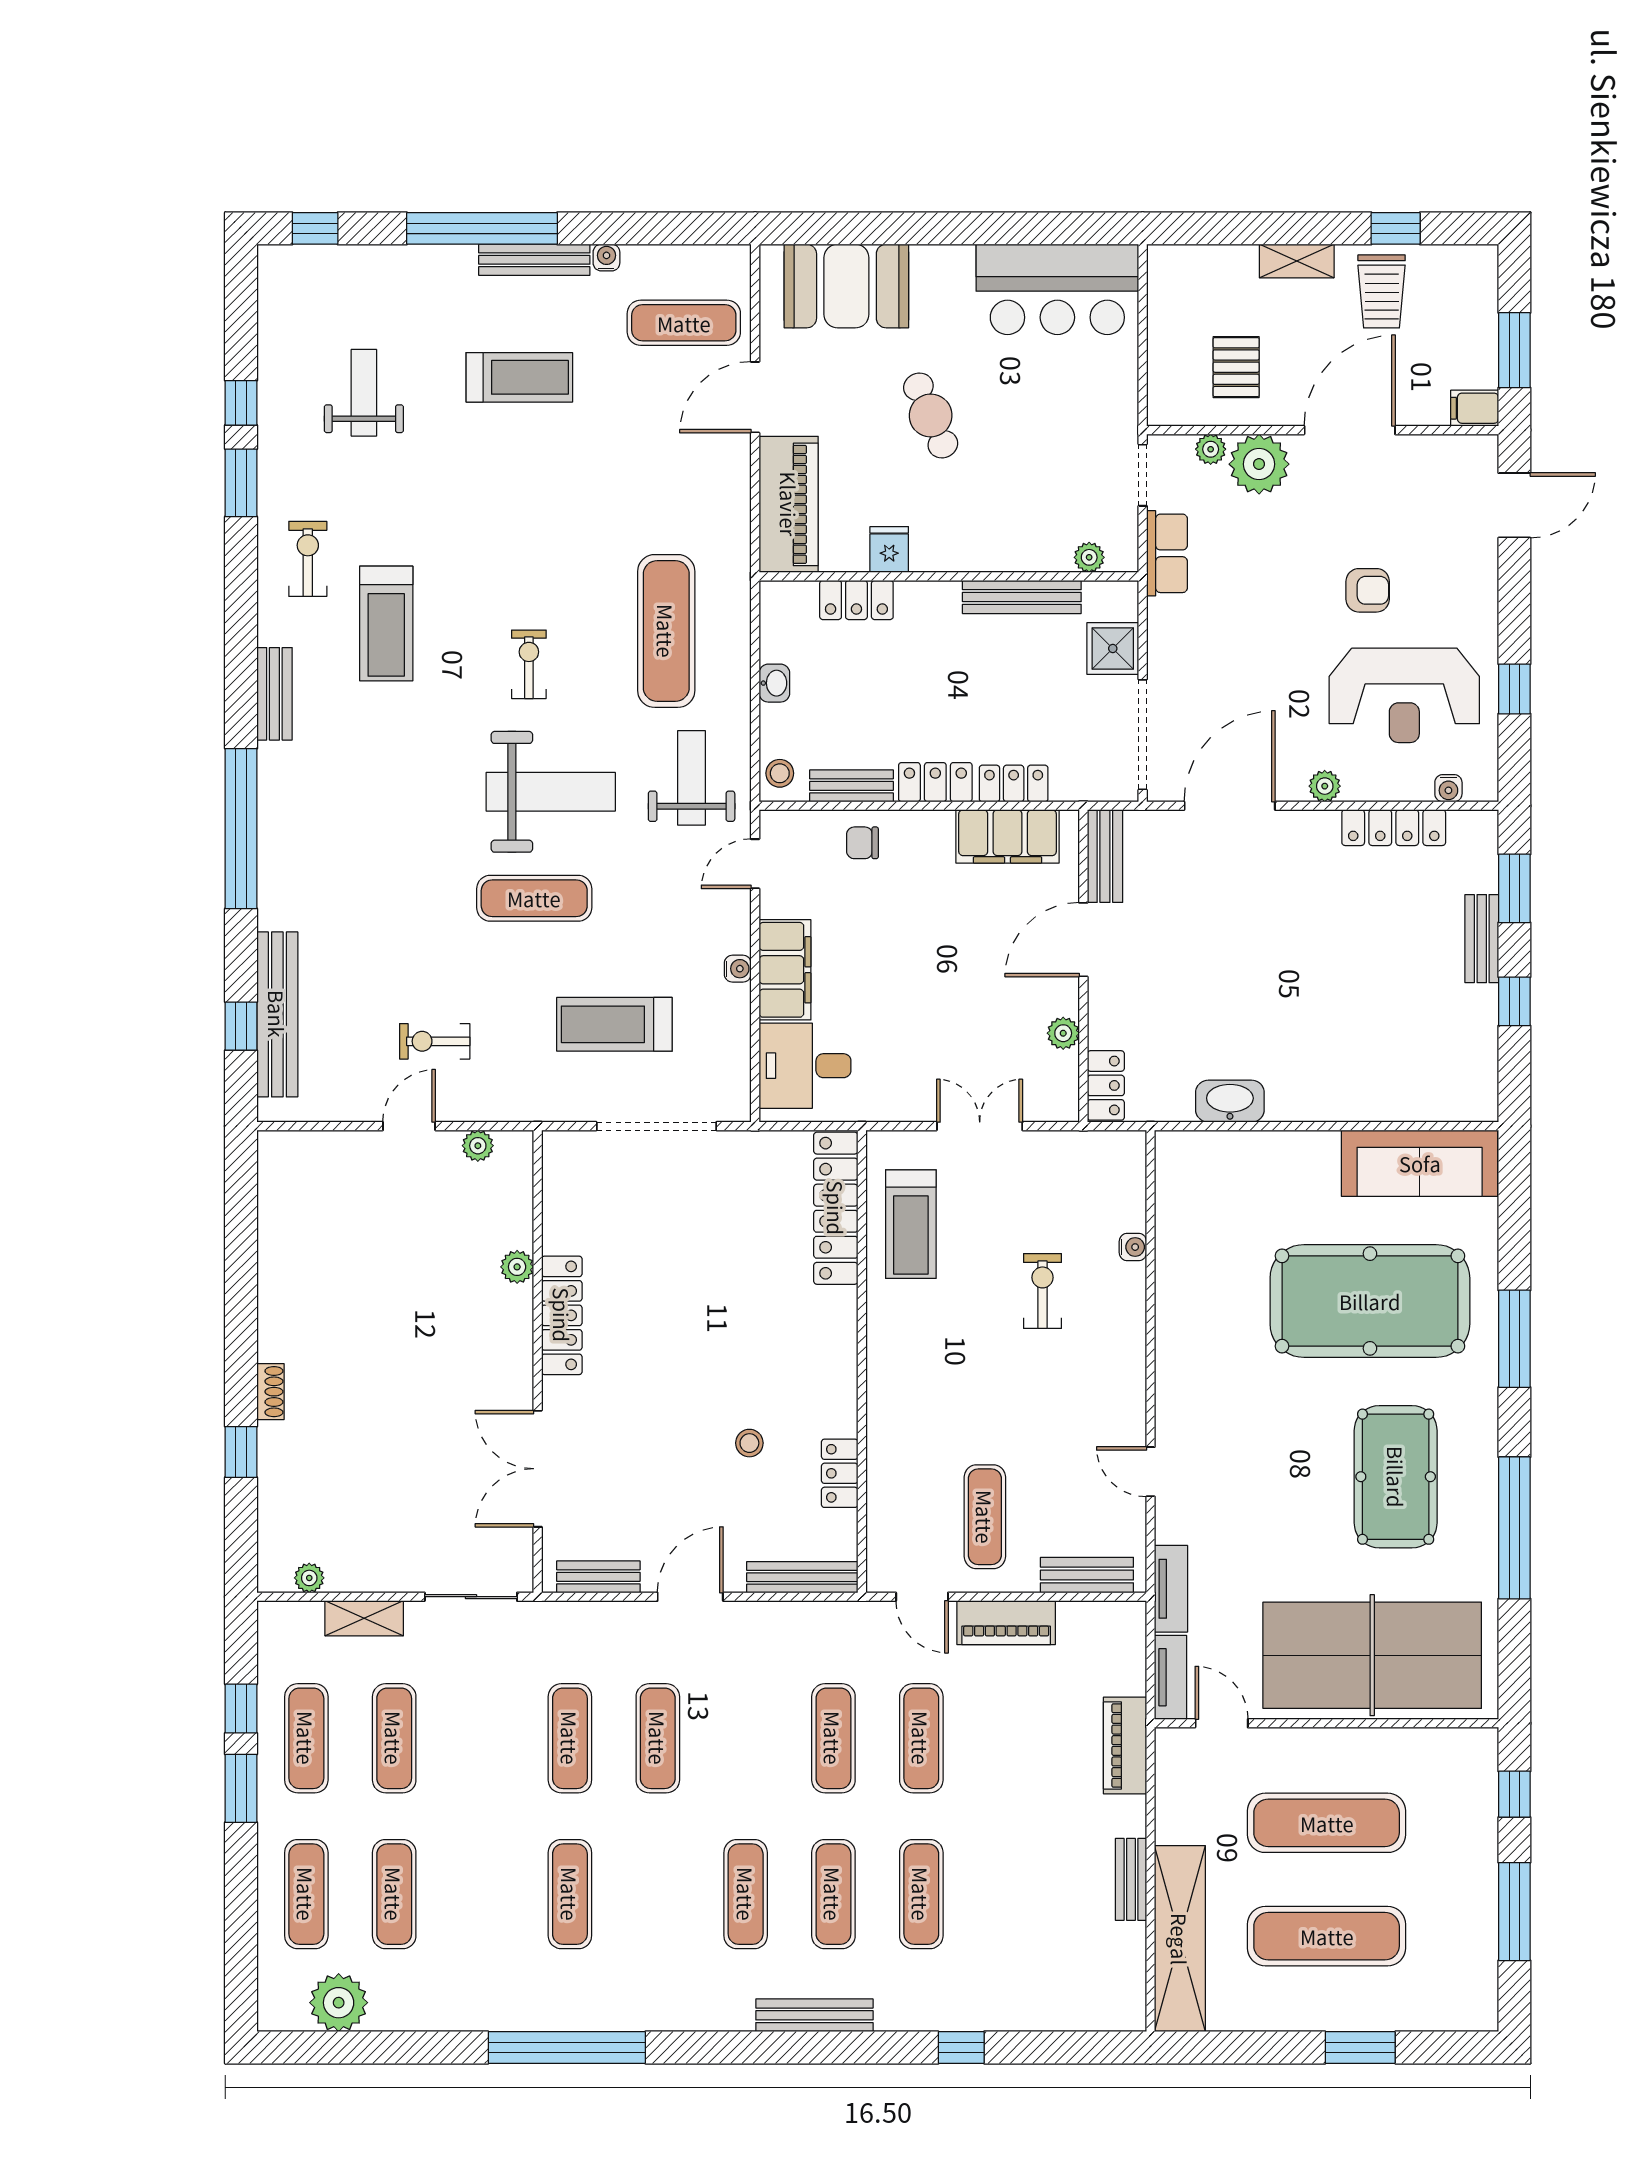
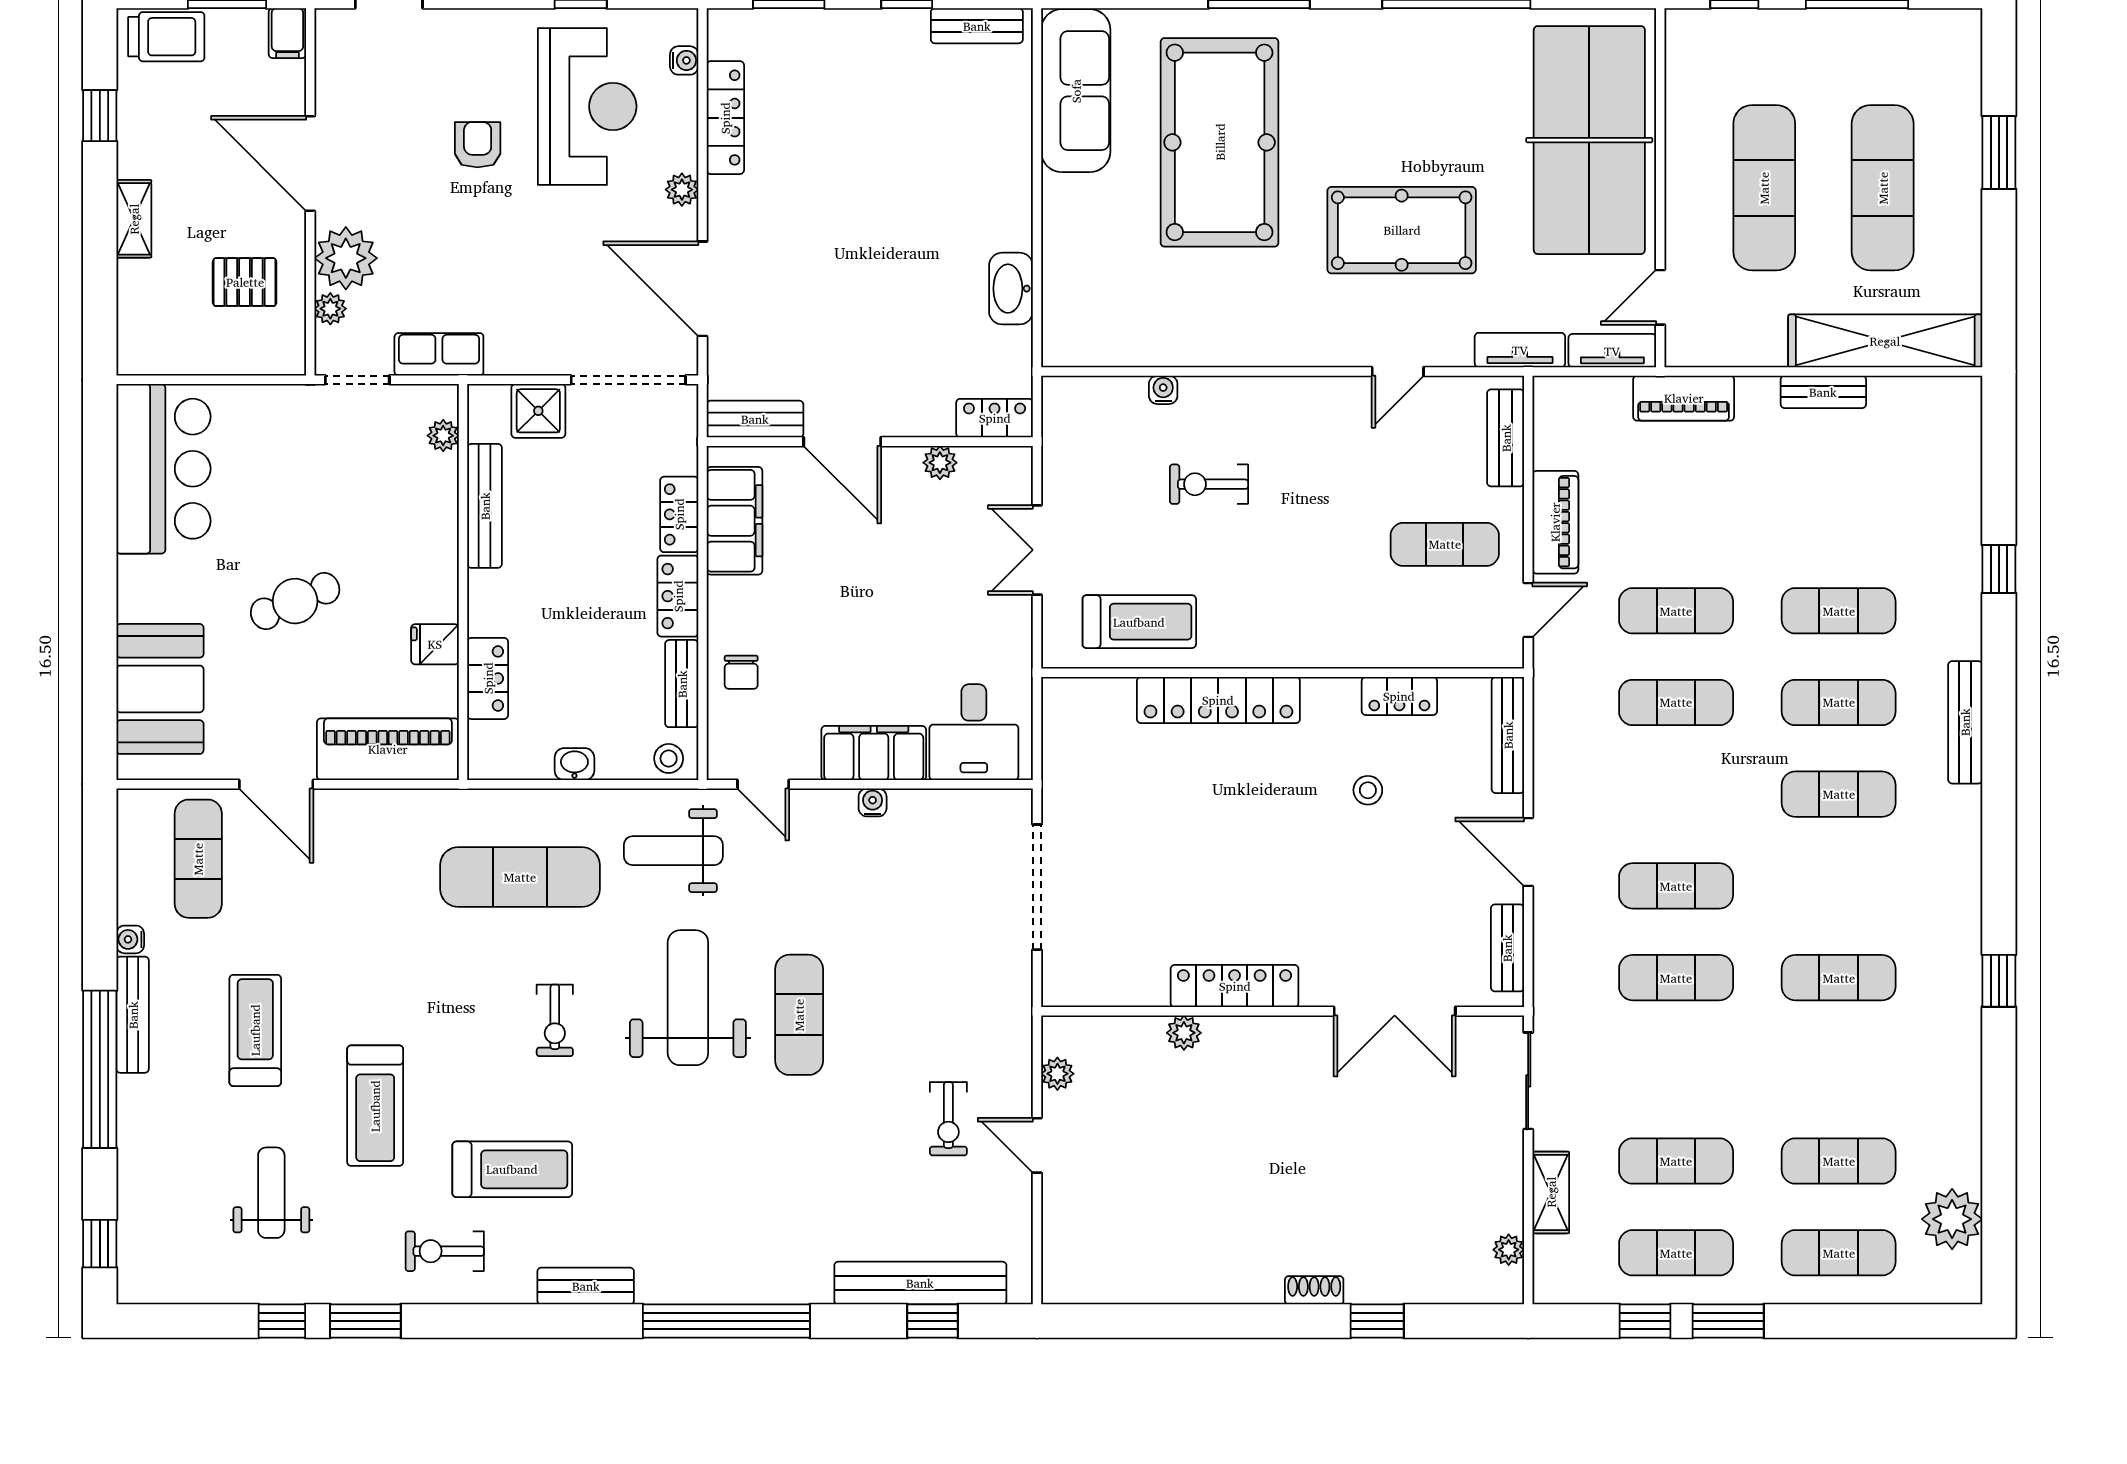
trolley: (1382, 291) -> (166, 37), moved
weight bench: (364, 393) -> (271, 1193), turned 90
exercise bike: (529, 664) -> (555, 1020), turned -90
bench: (1482, 939) -> (977, 26), moved
treadmill: (614, 1024) -> (375, 1106), moved
locker: (836, 1208) -> (1218, 700), moved
pool table: (1396, 1477) -> (1402, 230), moved
window: (567, 2048) -> (1999, 981), width x0.32

